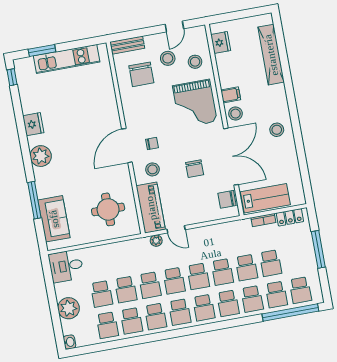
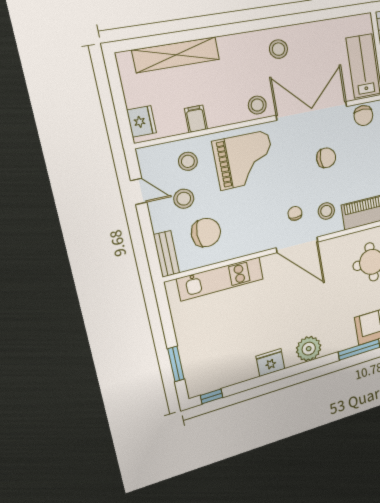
fridge: (221, 42) -> (142, 121), moved, turned 90
kitchen unit: (67, 59) -> (220, 279), moved, turned 90
filing cabinet: (231, 95) -> (196, 119), moved

